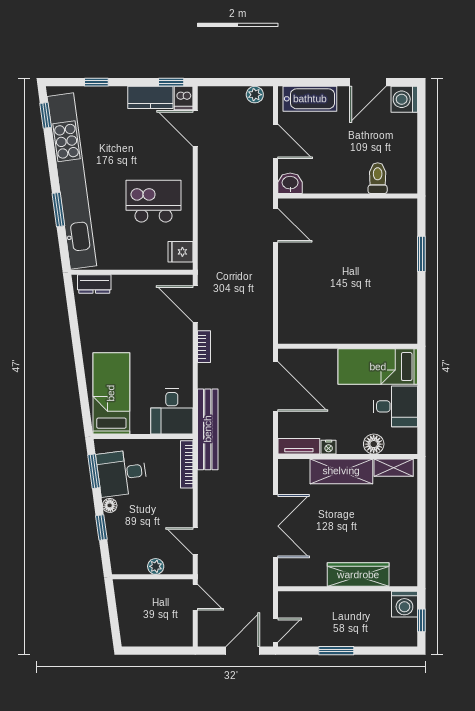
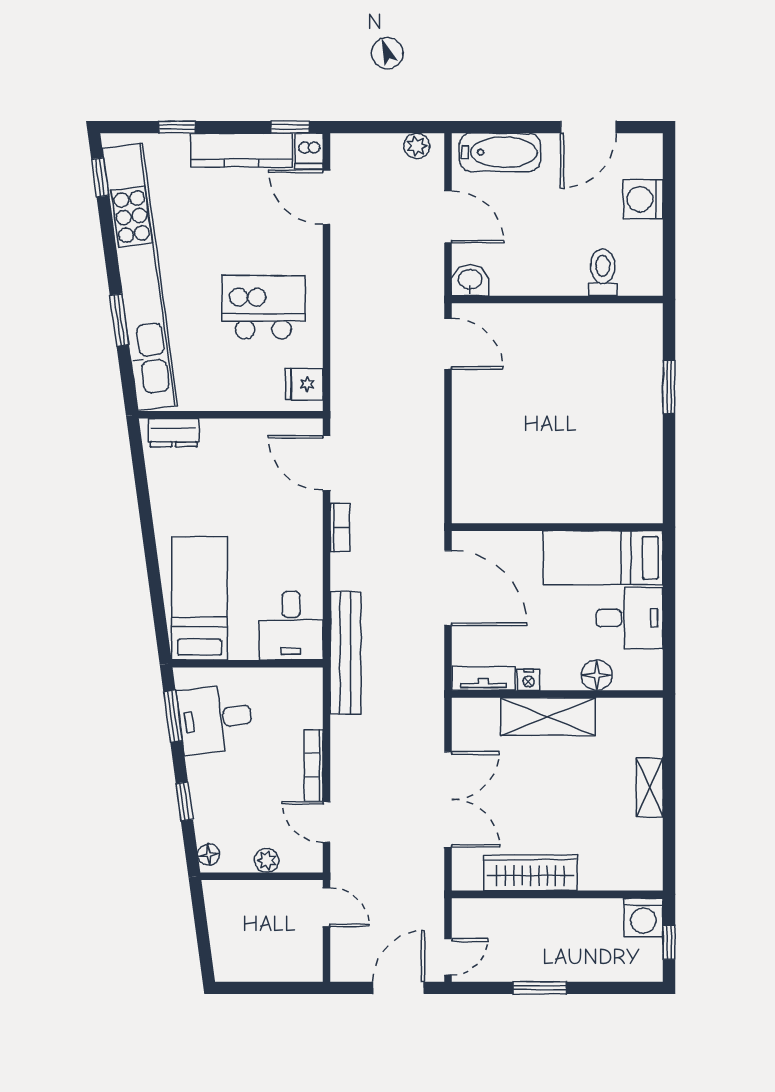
kitchen counter: (150, 97) -> (242, 150), width x1.50
washing machine: (404, 99) -> (643, 199), moved
bookcase: (187, 464) -> (314, 765), moved
shelving: (394, 468) -> (650, 788), moved, turned 90
floor lamp: (110, 505) -> (209, 855), moved
wardrobe: (358, 575) -> (531, 873), moved

